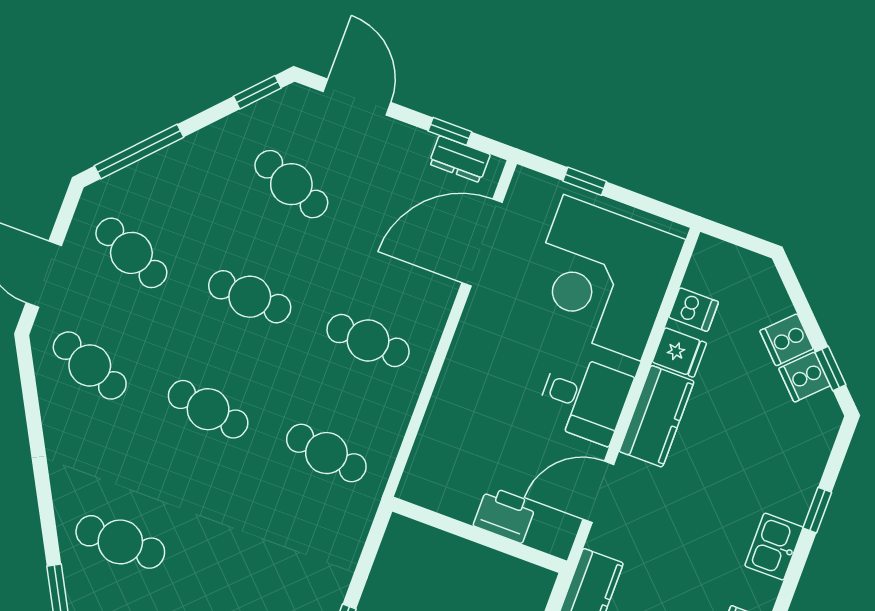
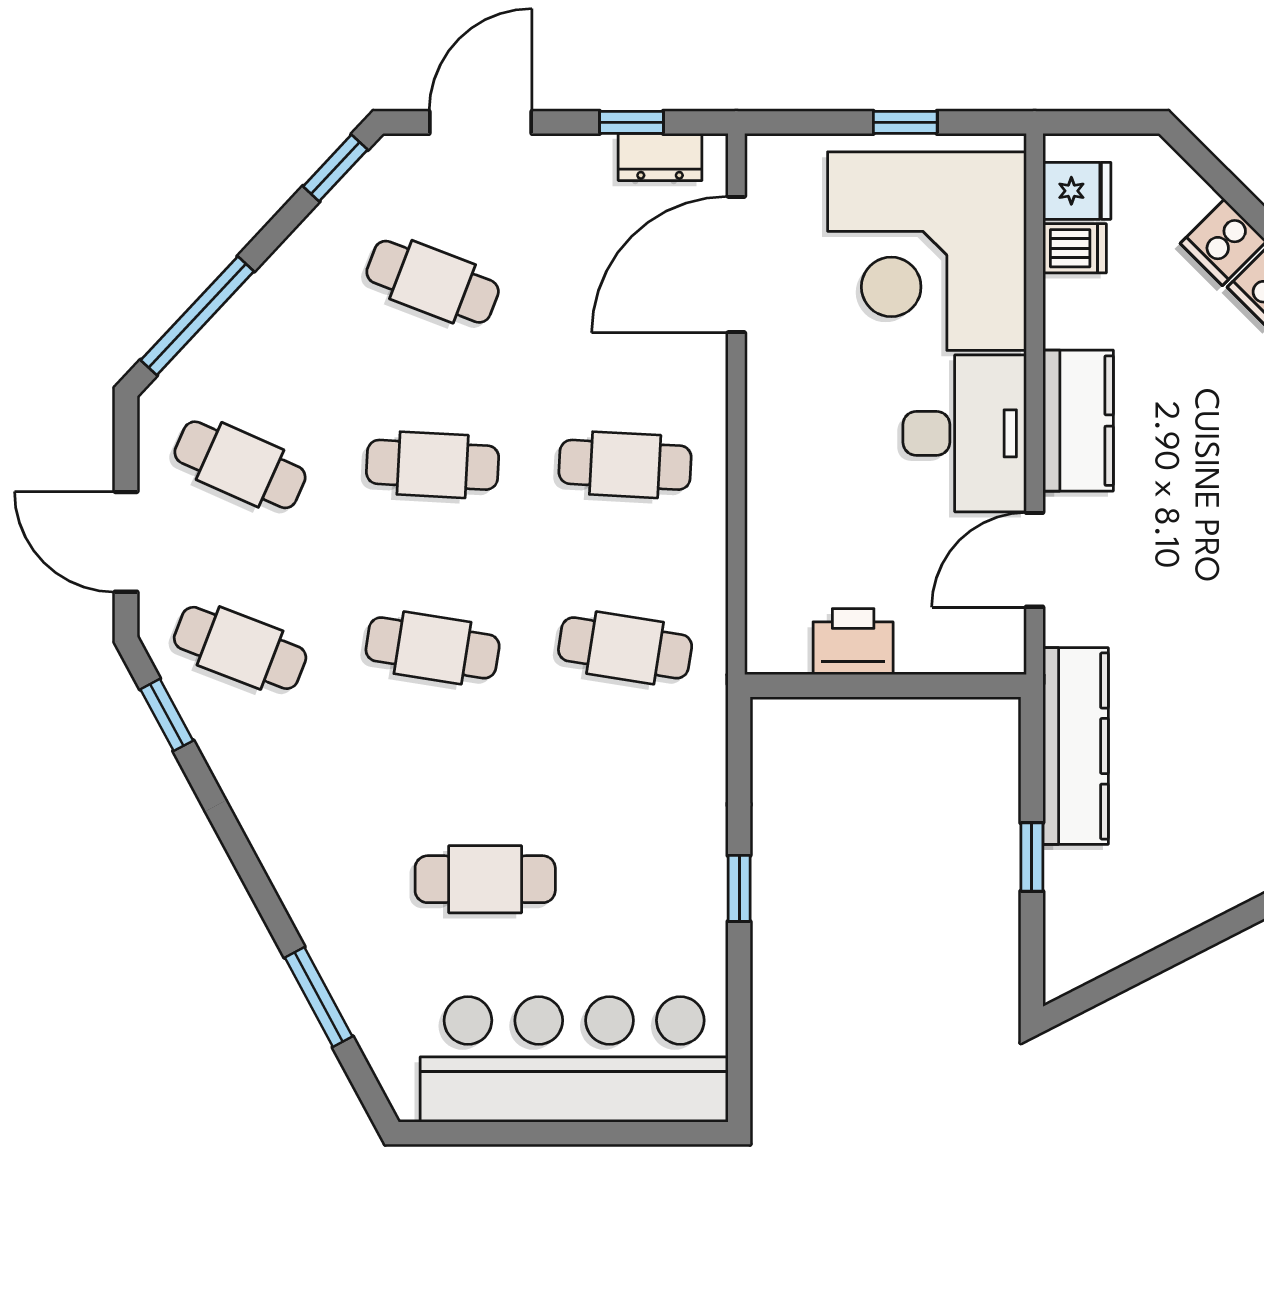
door: (357, 97) -> (480, 122), hinge flipped
window: (585, 181) -> (905, 122), moved
fridge: (679, 352) -> (1077, 191), moved
window: (29, 390) -> (167, 715), added
desk: (584, 398) -> (965, 433), width x1.37
printer: (505, 515) -> (853, 642), moved
cafe table: (120, 542) -> (485, 879), moved

